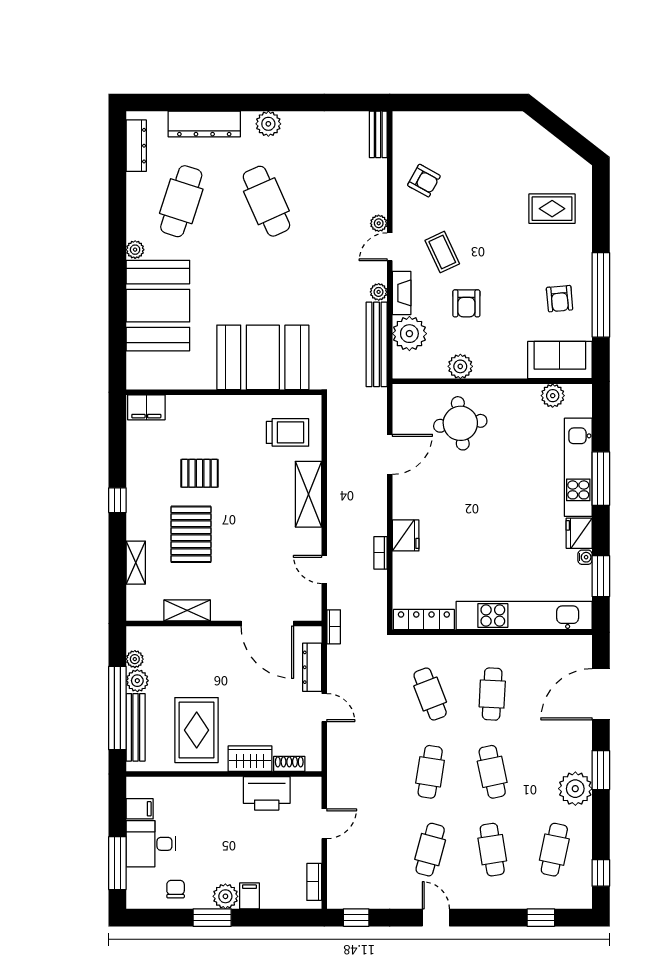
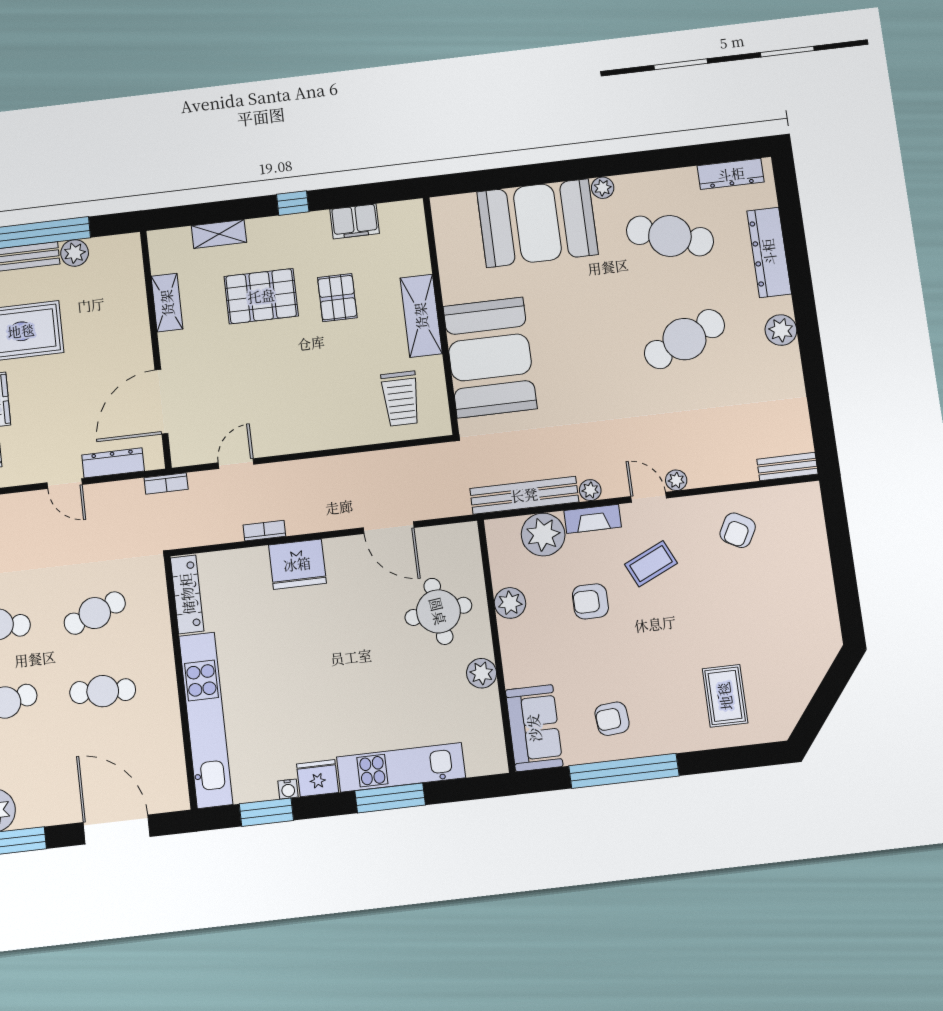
plant: (553, 396) -> (482, 673), moved
filing cabinet: (146, 407) -> (355, 221), moved, turned -90
shelving: (308, 494) -> (421, 316), moved, turned 90
fridge: (406, 535) -> (297, 564), width x1.36, depth x1.34
plant: (135, 659) -> (101, 247), removed
door: (324, 708) -> (65, 484), hinge flipped

